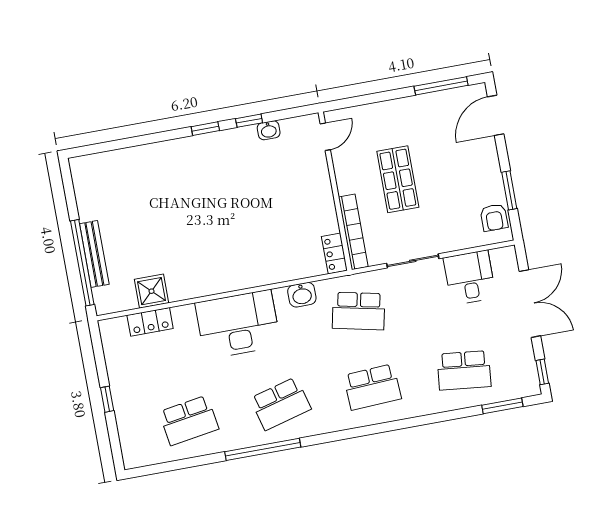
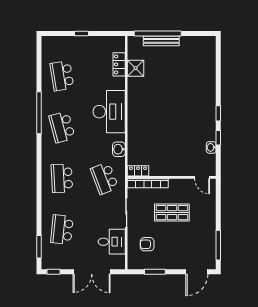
door: (496, 115) -> (197, 272), swing flipped
armchair: (494, 218) -> (147, 244), moved
school desk: (359, 311) -> (104, 178), turned -33

